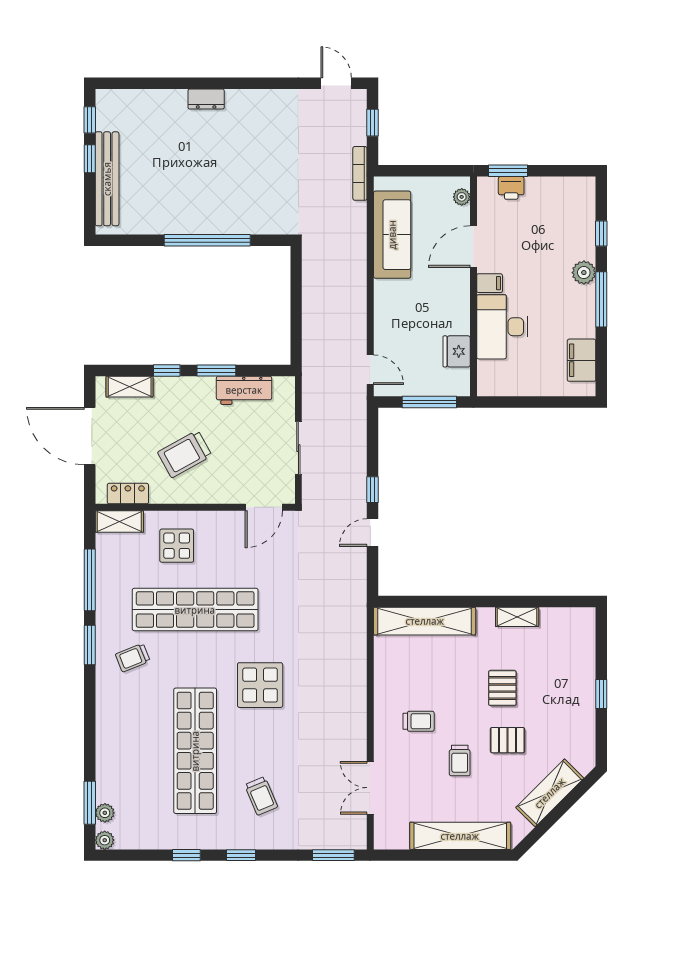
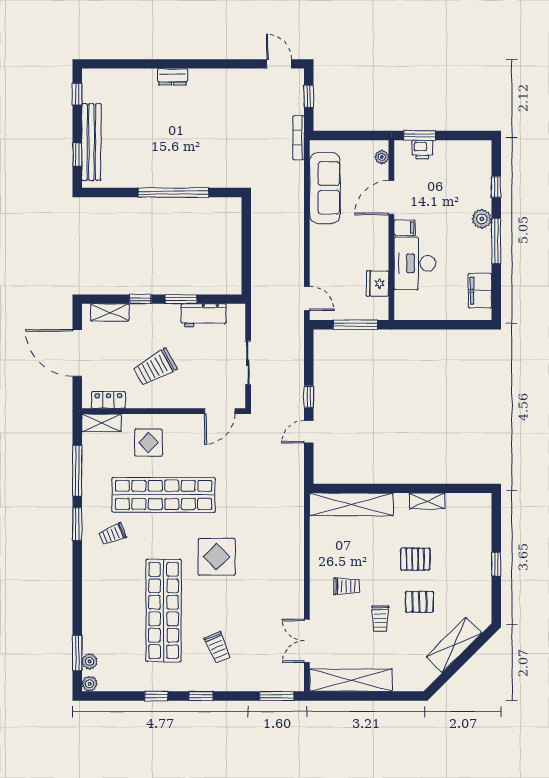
window: (90, 159) -> (77, 154), moved
pallet: (502, 688) -> (415, 559), turned 90
shelving: (460, 836) -> (351, 680), moved

